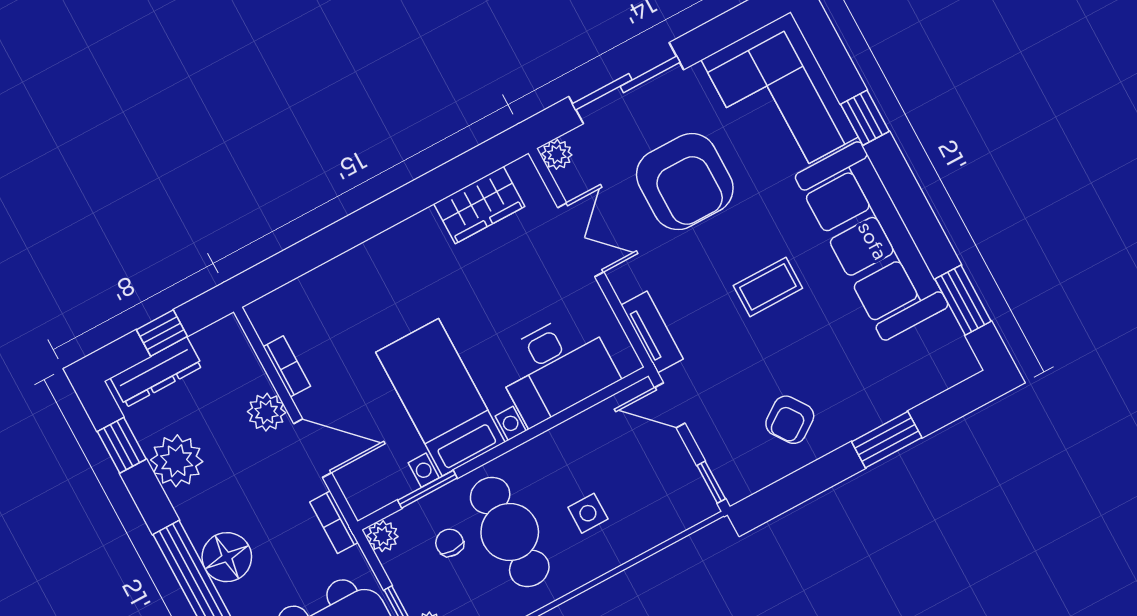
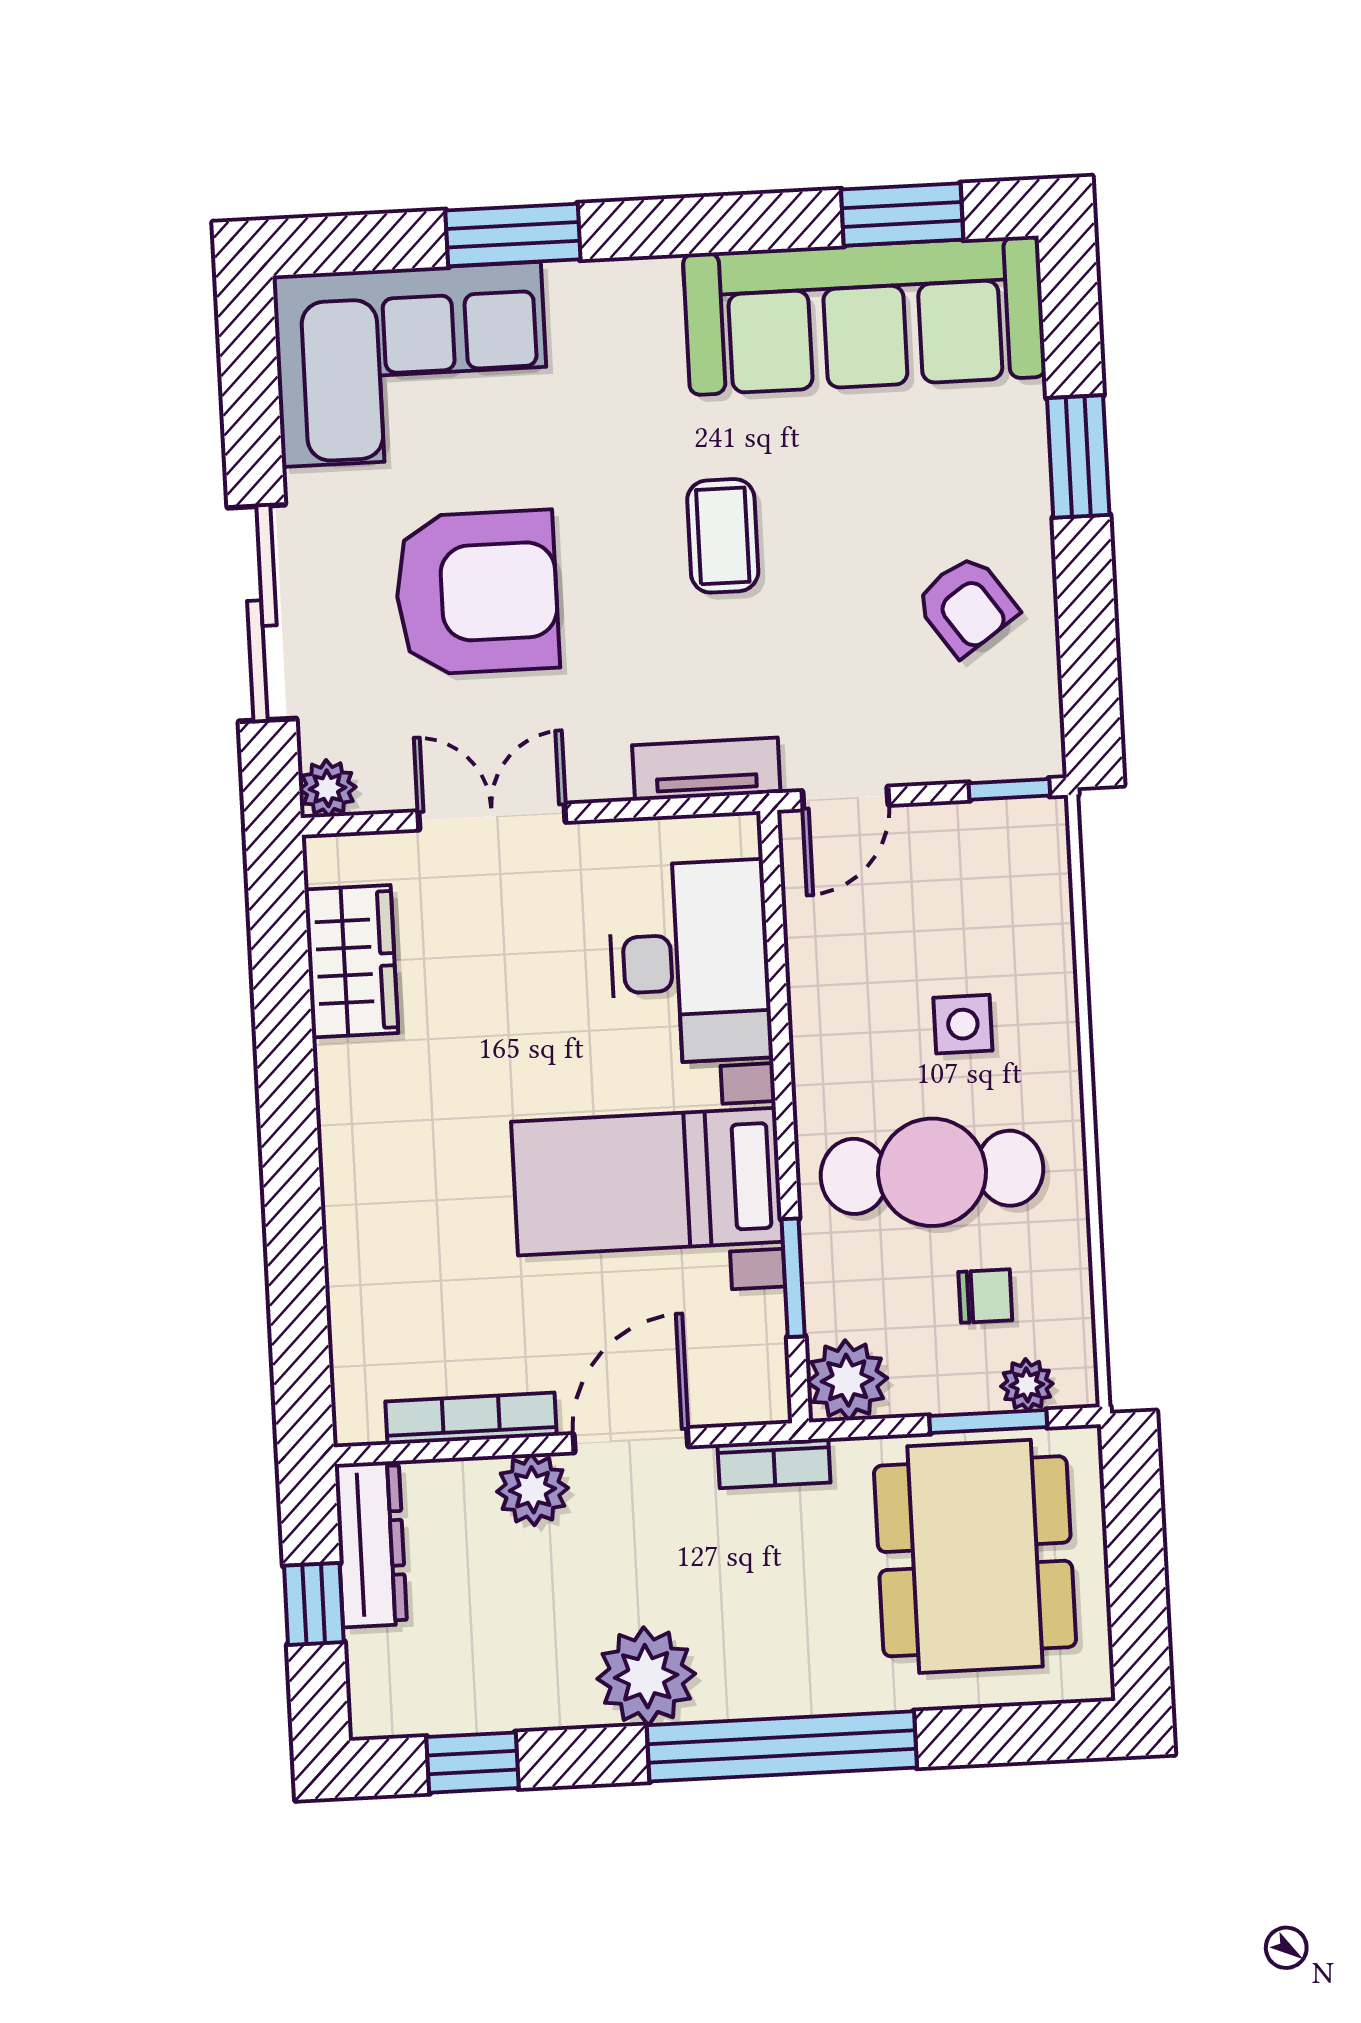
window: (865, 118) -> (513, 235), width x1.50
sofa: (872, 241) -> (864, 315), moved
bookcase: (287, 366) -> (471, 1419), width x1.56
dresser: (156, 372) -> (371, 1544), moved
plant: (177, 461) -> (646, 1676), moved
plant: (383, 536) -> (847, 1380), width x1.38, depth x1.38
chair: (450, 543) -> (985, 1296), moved, turned 180
floor lamp: (227, 557) -> (747, 1674), removed

